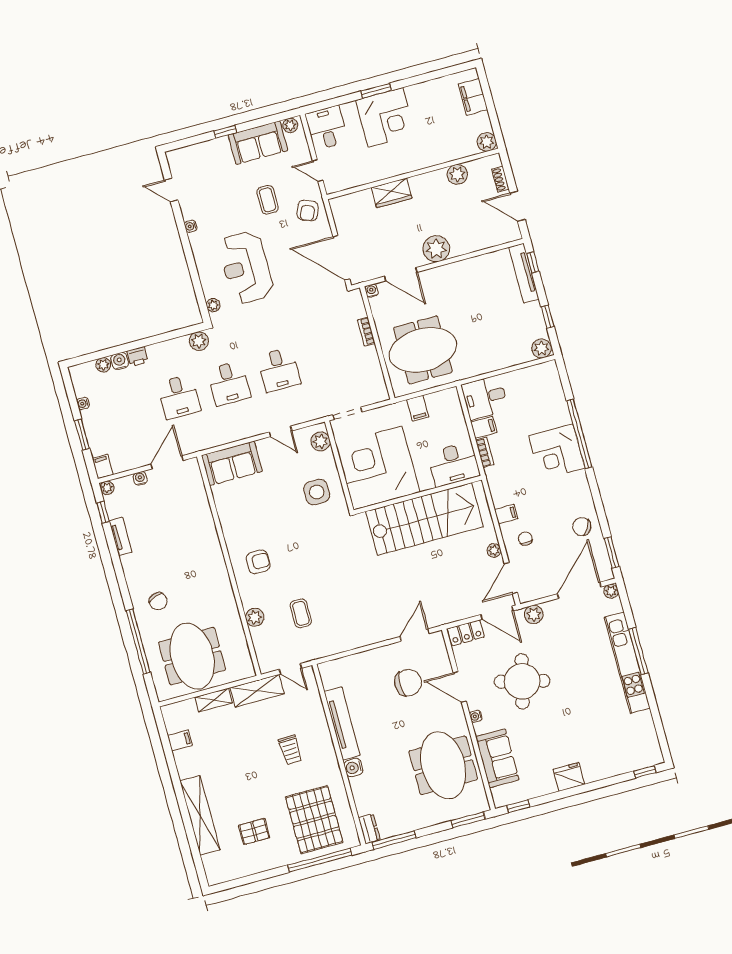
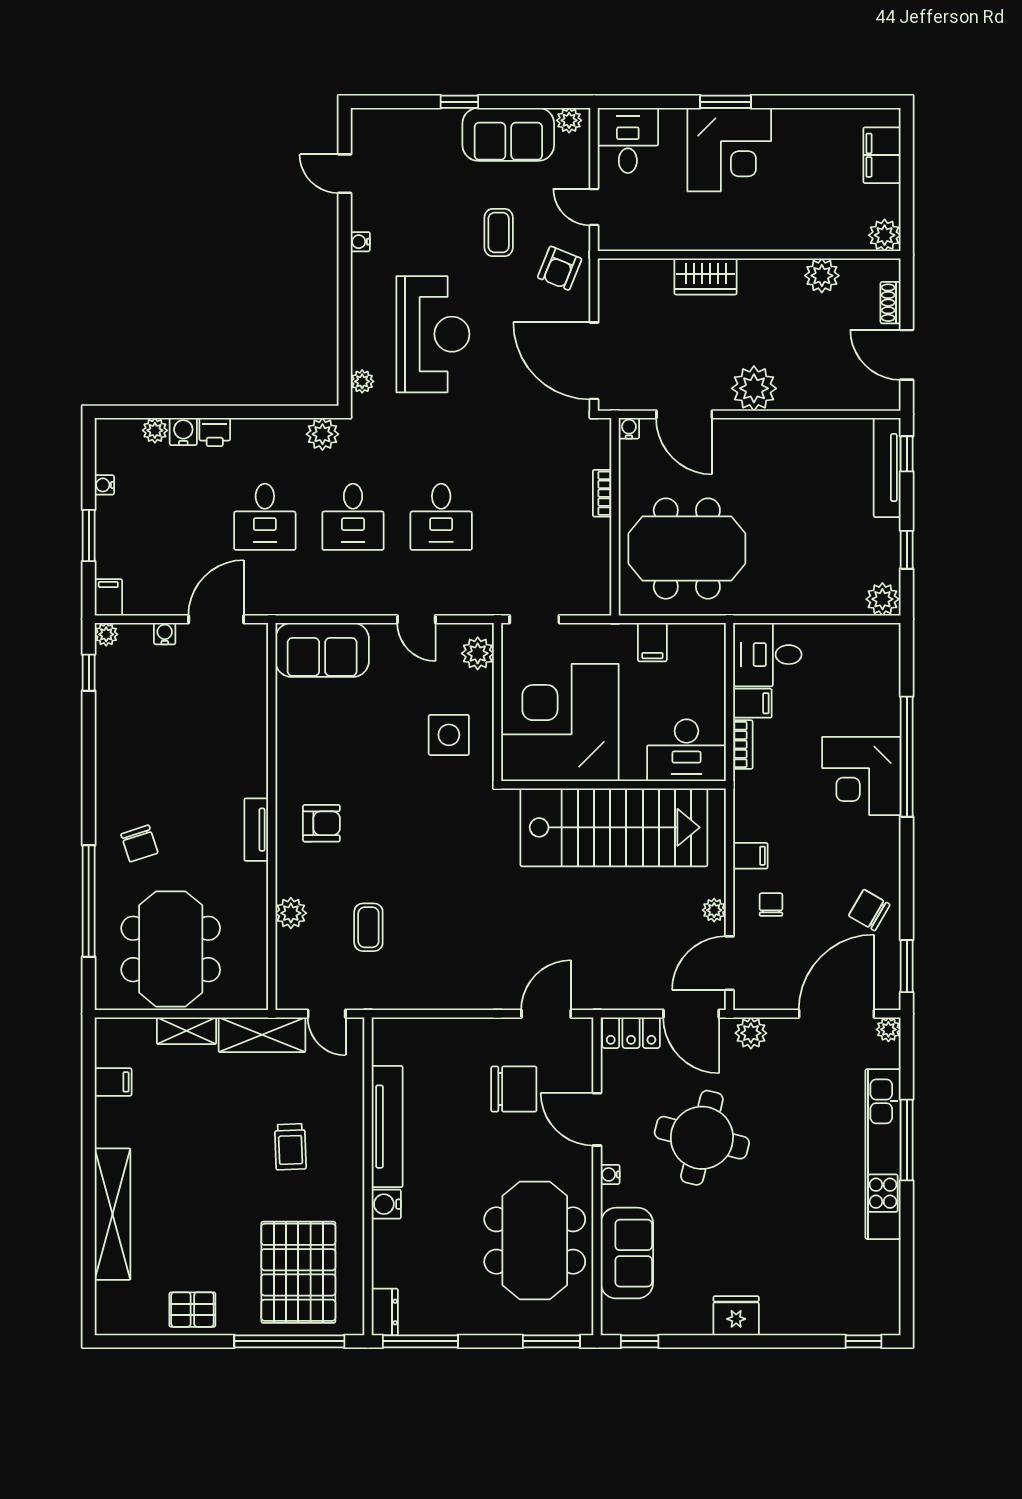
reception desk: (246, 267) -> (433, 334), turned 180
tv unit: (121, 537) -> (256, 830), moved, turned 180
pallet: (254, 831) -> (192, 1310), moved

